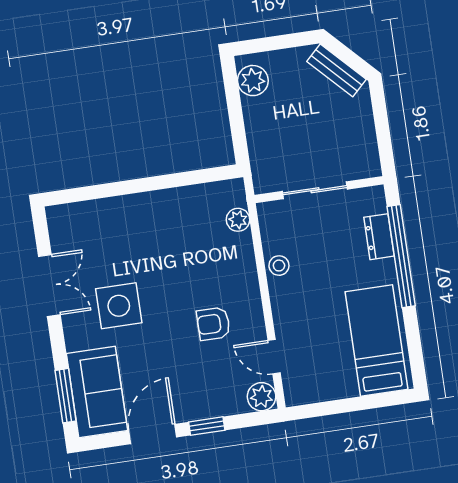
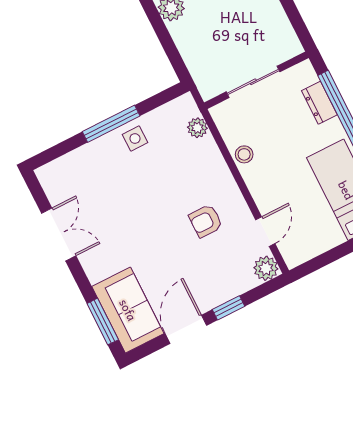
window: (146, 185) -> (111, 124), added
side table: (119, 306) -> (135, 139), moved, width x0.54, depth x0.54
door: (274, 357) -> (265, 232), swing flipped

